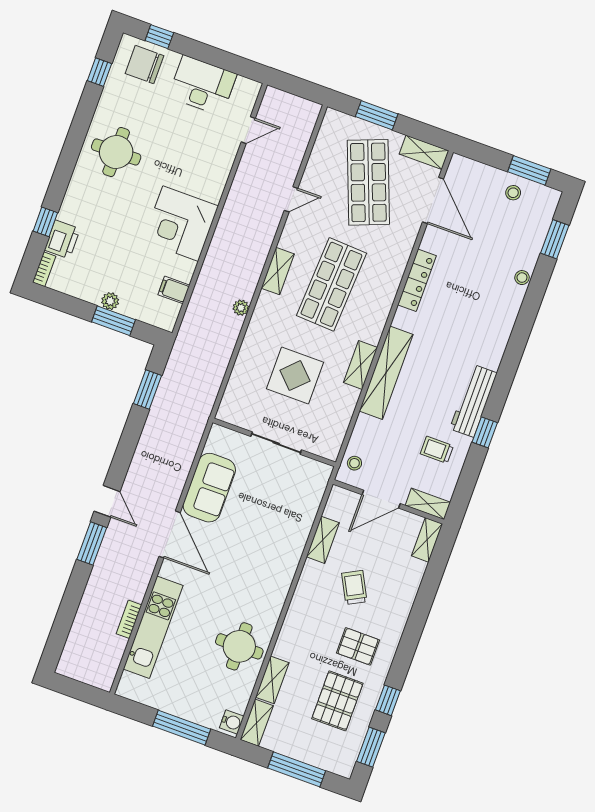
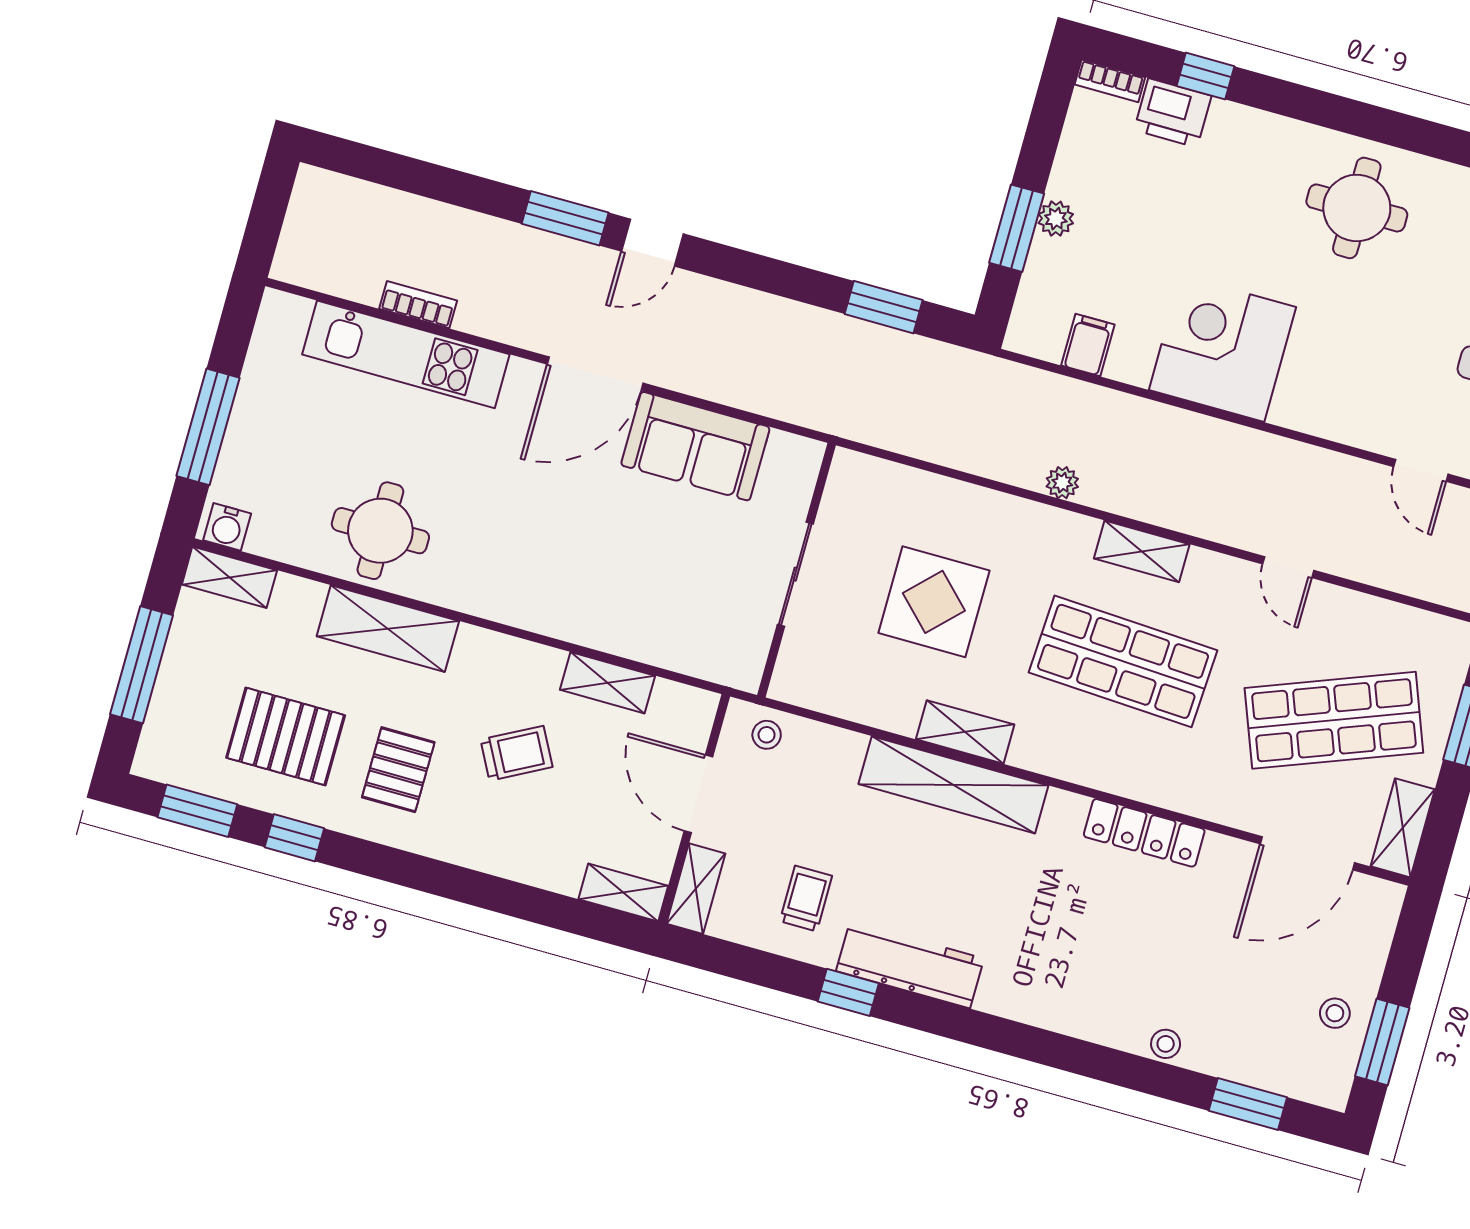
shelving: (272, 680) -> (388, 629), moved, width x1.50, depth x1.33

